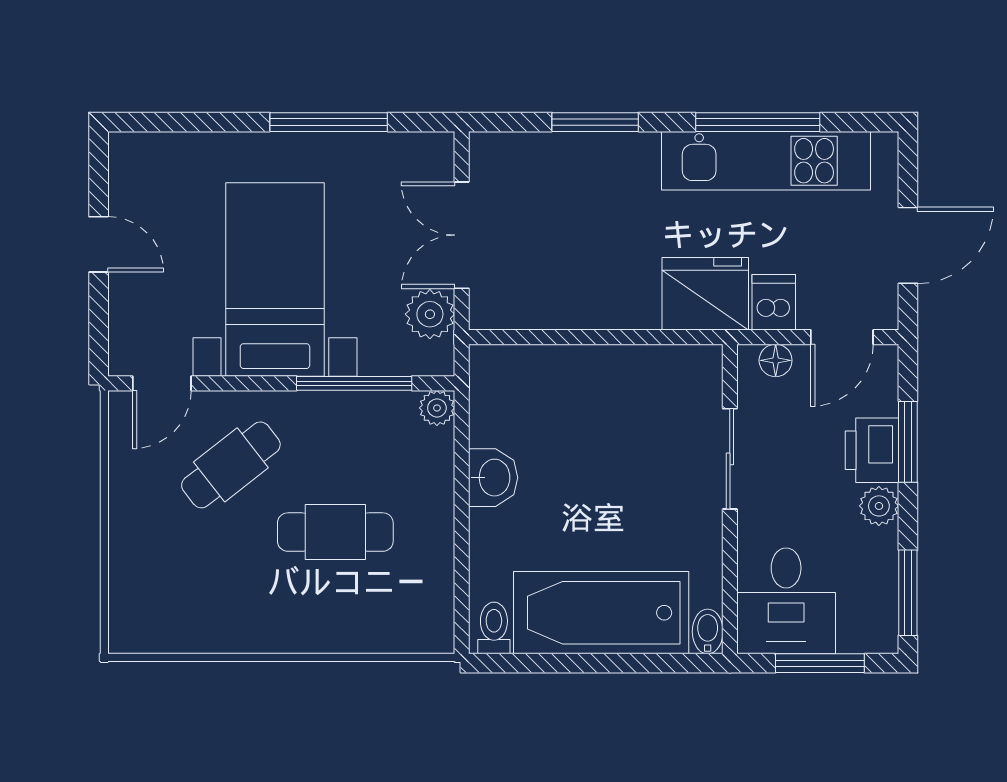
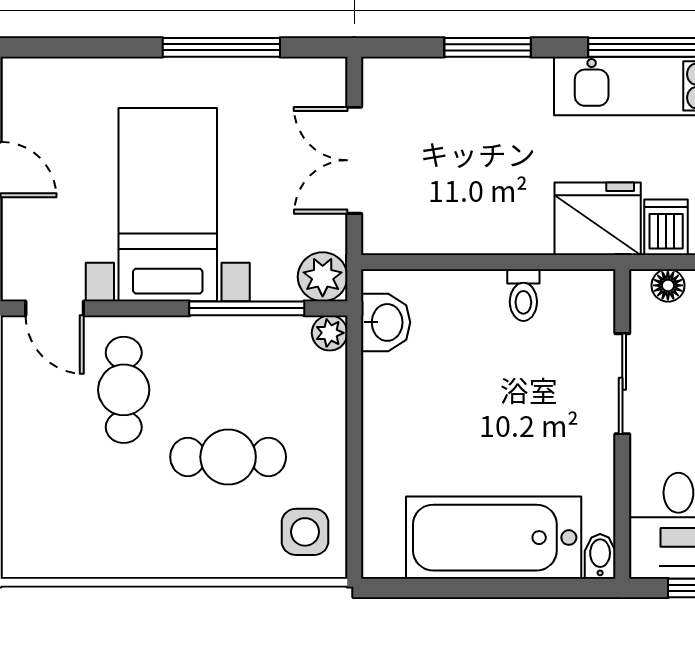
plant: (430, 314) -> (323, 277), moved
door: (162, 383) -> (55, 308), hinge flipped
cafe table: (231, 465) -> (124, 390), turned -52
washbasin: (493, 478) -> (386, 322), moved
side table: (412, 607) -> (305, 532), added
toilet: (494, 628) -> (523, 295), moved, turned 180

